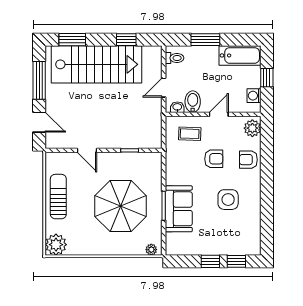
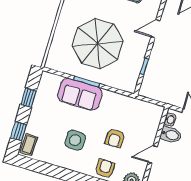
door: (219, 114) -> (153, 154), swing flipped
coffee table: (190, 134) -> (29, 145), moved
plant: (151, 250) -> (51, 59), removed
window: (210, 261) -> (28, 98), moved

